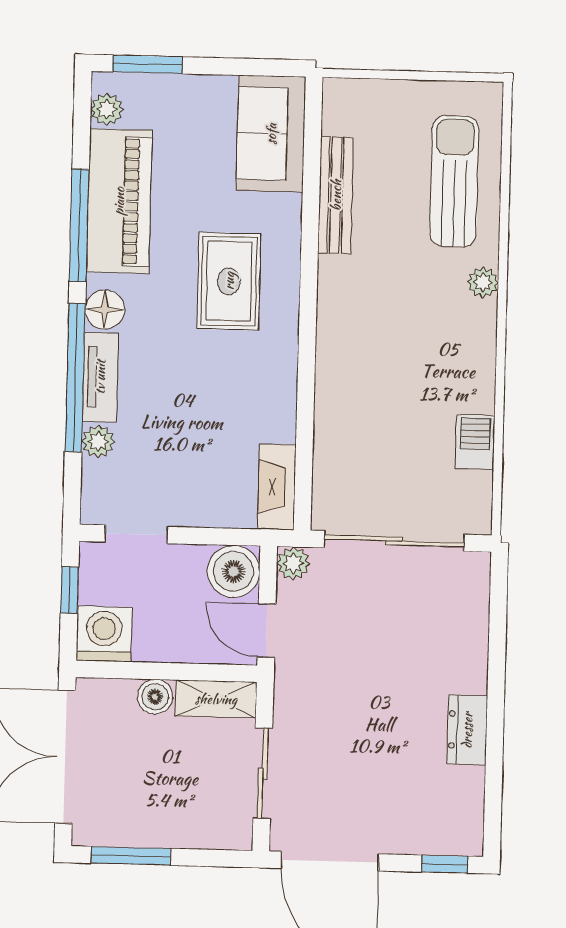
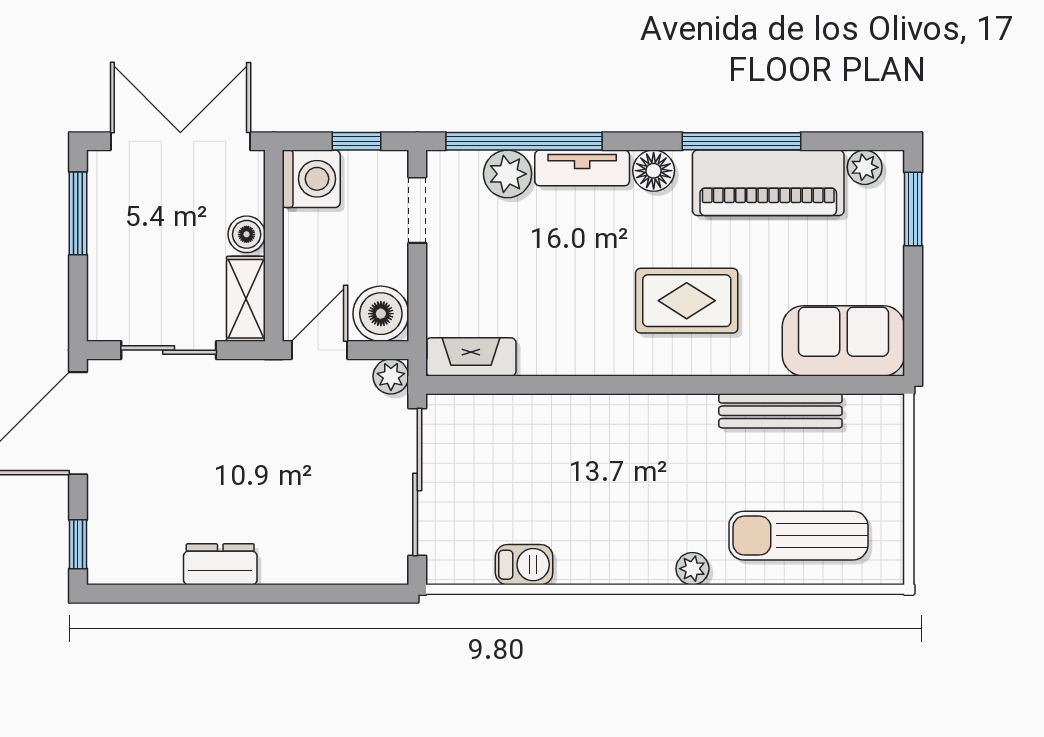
sun lounger: (454, 181) -> (798, 536), turned 180
window: (75, 378) -> (524, 141), moved
plant: (98, 442) -> (508, 174), width x1.38, depth x1.38

